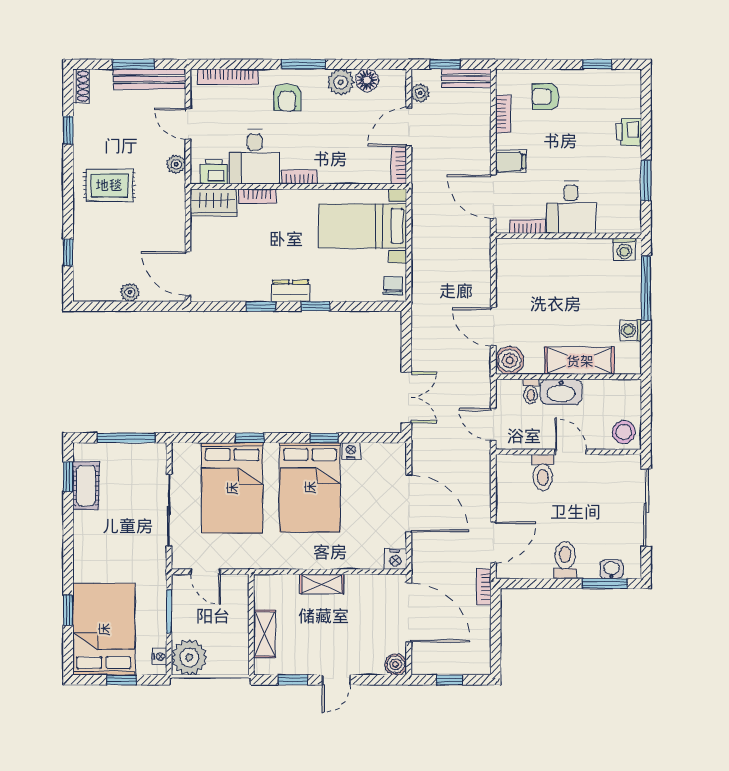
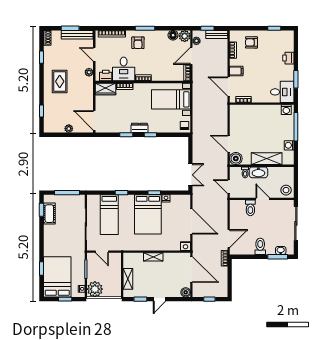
plant: (341, 82) -> (185, 36), moved
rug: (109, 185) -> (60, 81), turned 90
desk: (571, 207) -> (282, 92), moved, turned -90
bed: (232, 488) -> (109, 215), width x0.67

